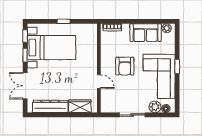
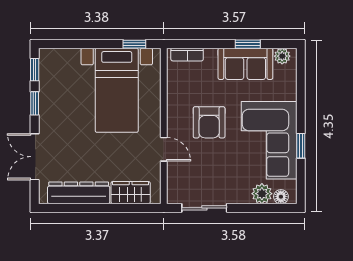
window: (64, 21) -> (134, 44), moved
window: (147, 21) -> (248, 44), added
bed with nightstands: (51, 48) -> (117, 90), moved, turned 90
window: (177, 66) -> (301, 146), moved
sliding door: (132, 115) -> (204, 208), moved

